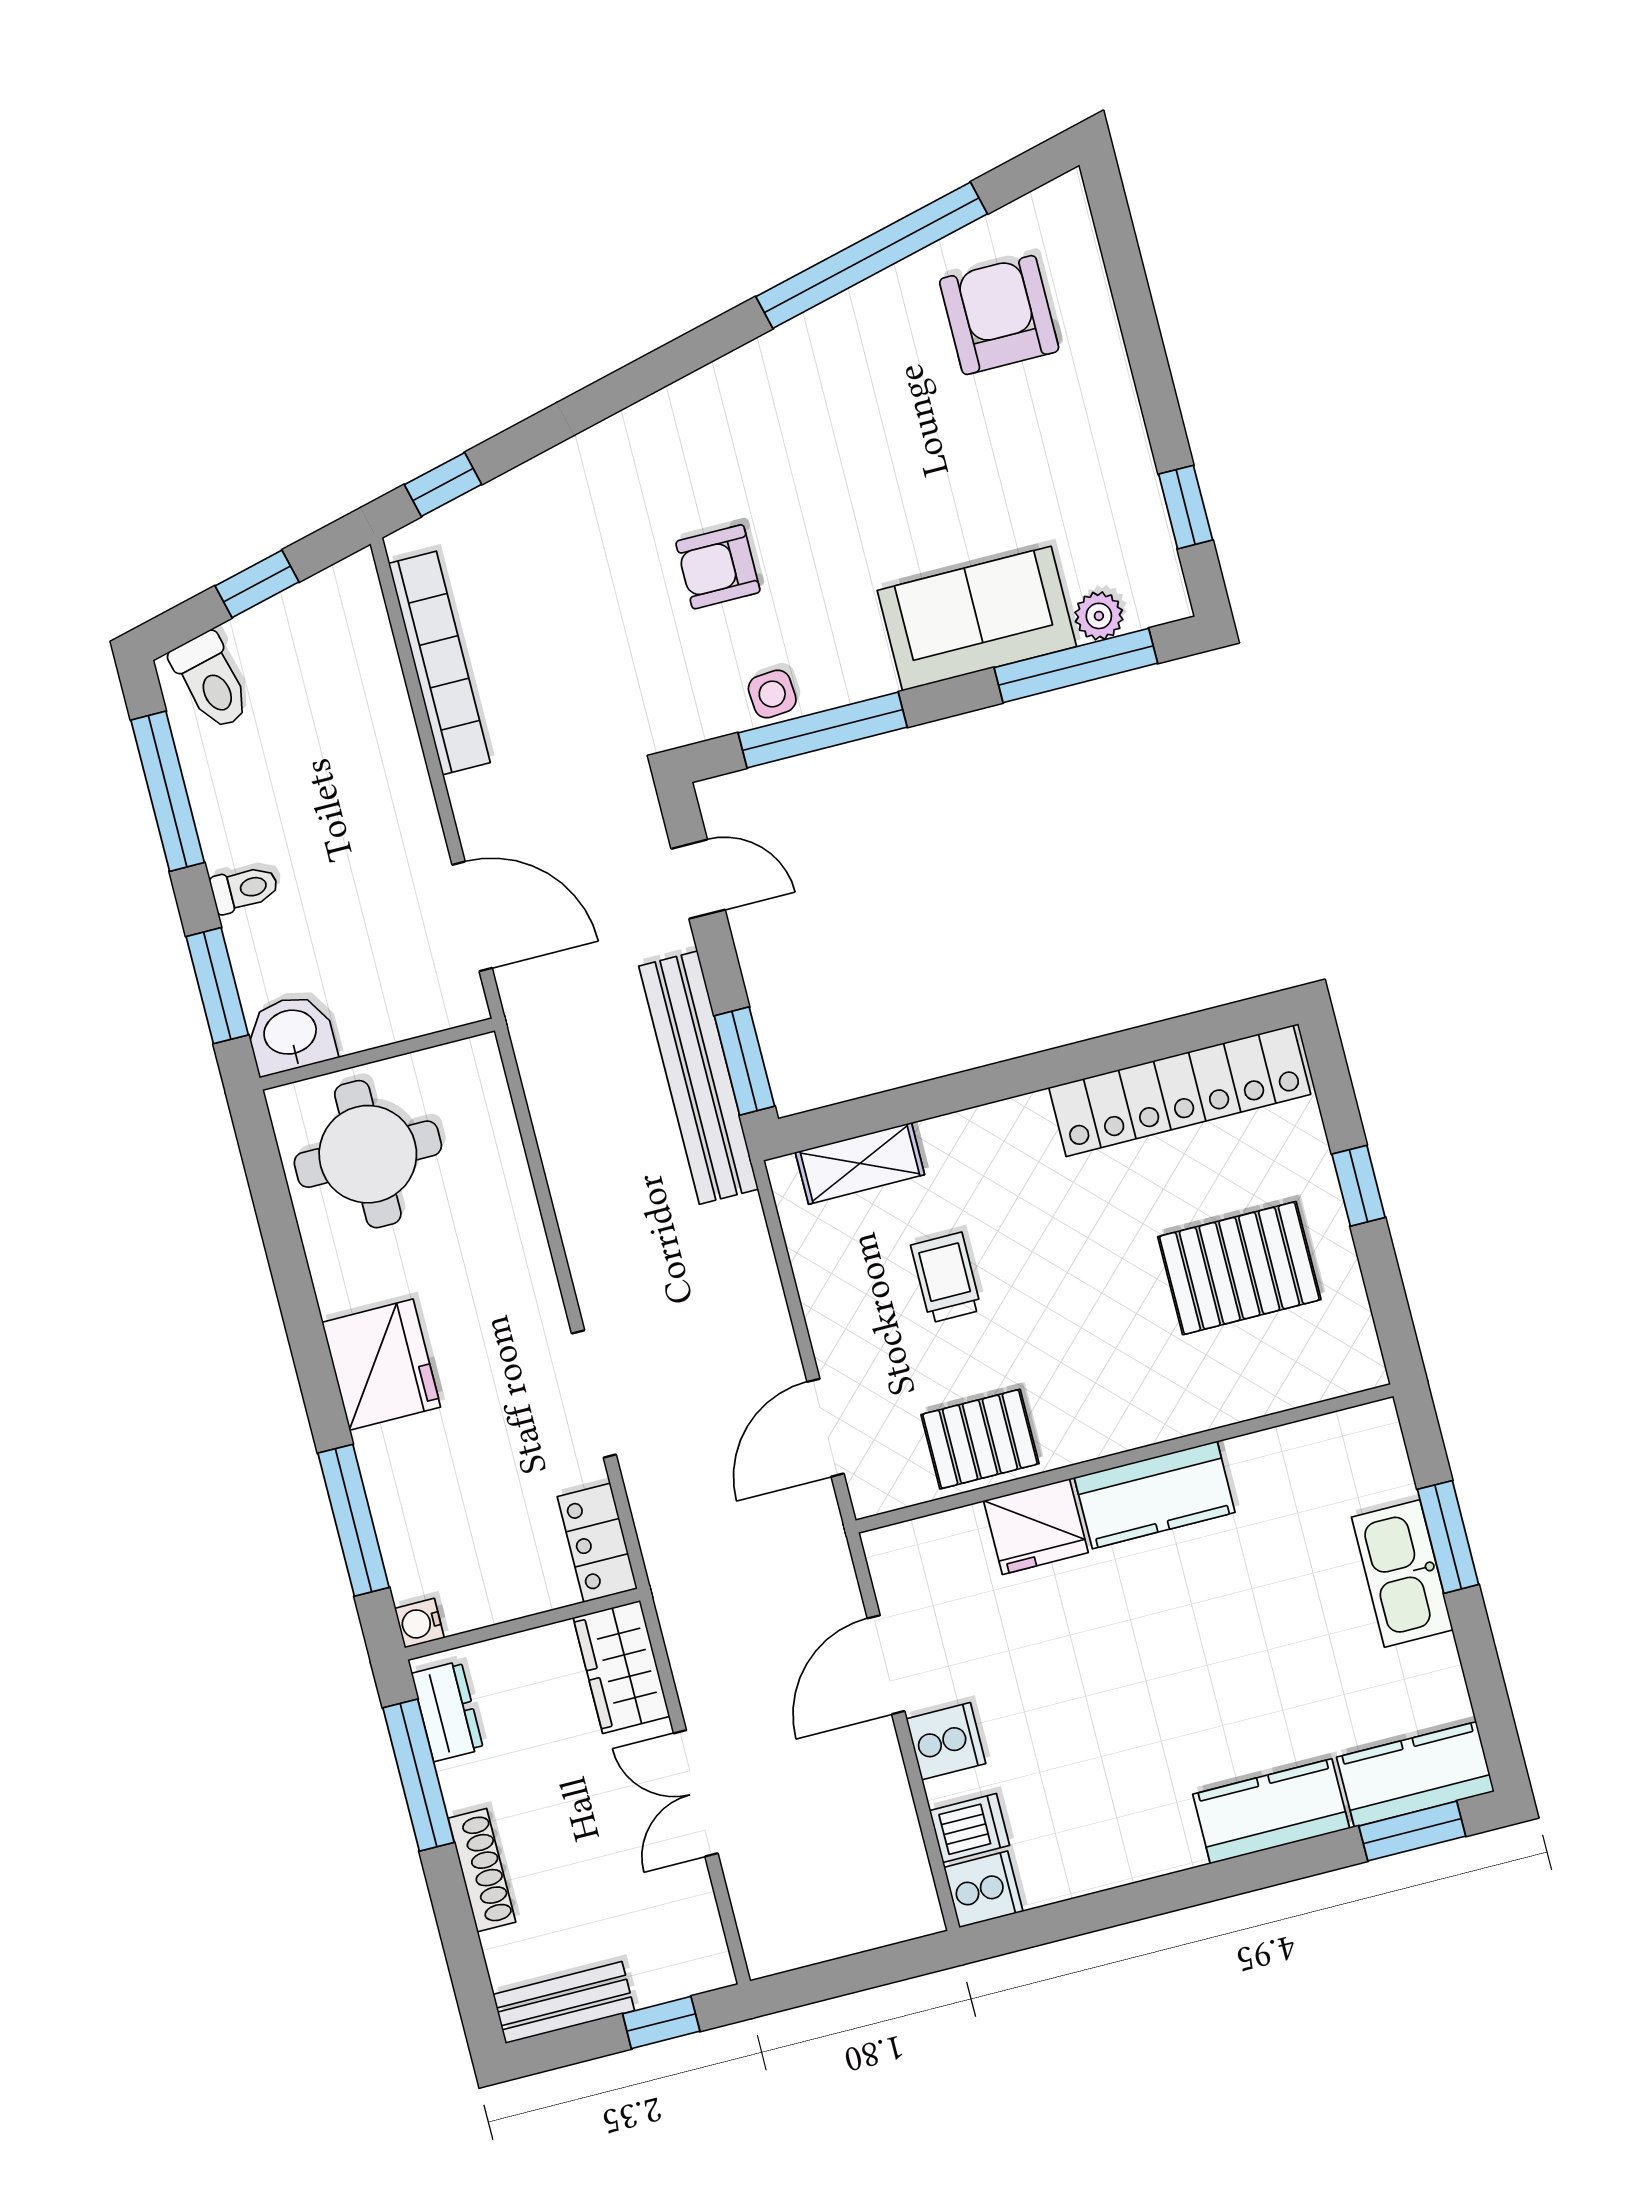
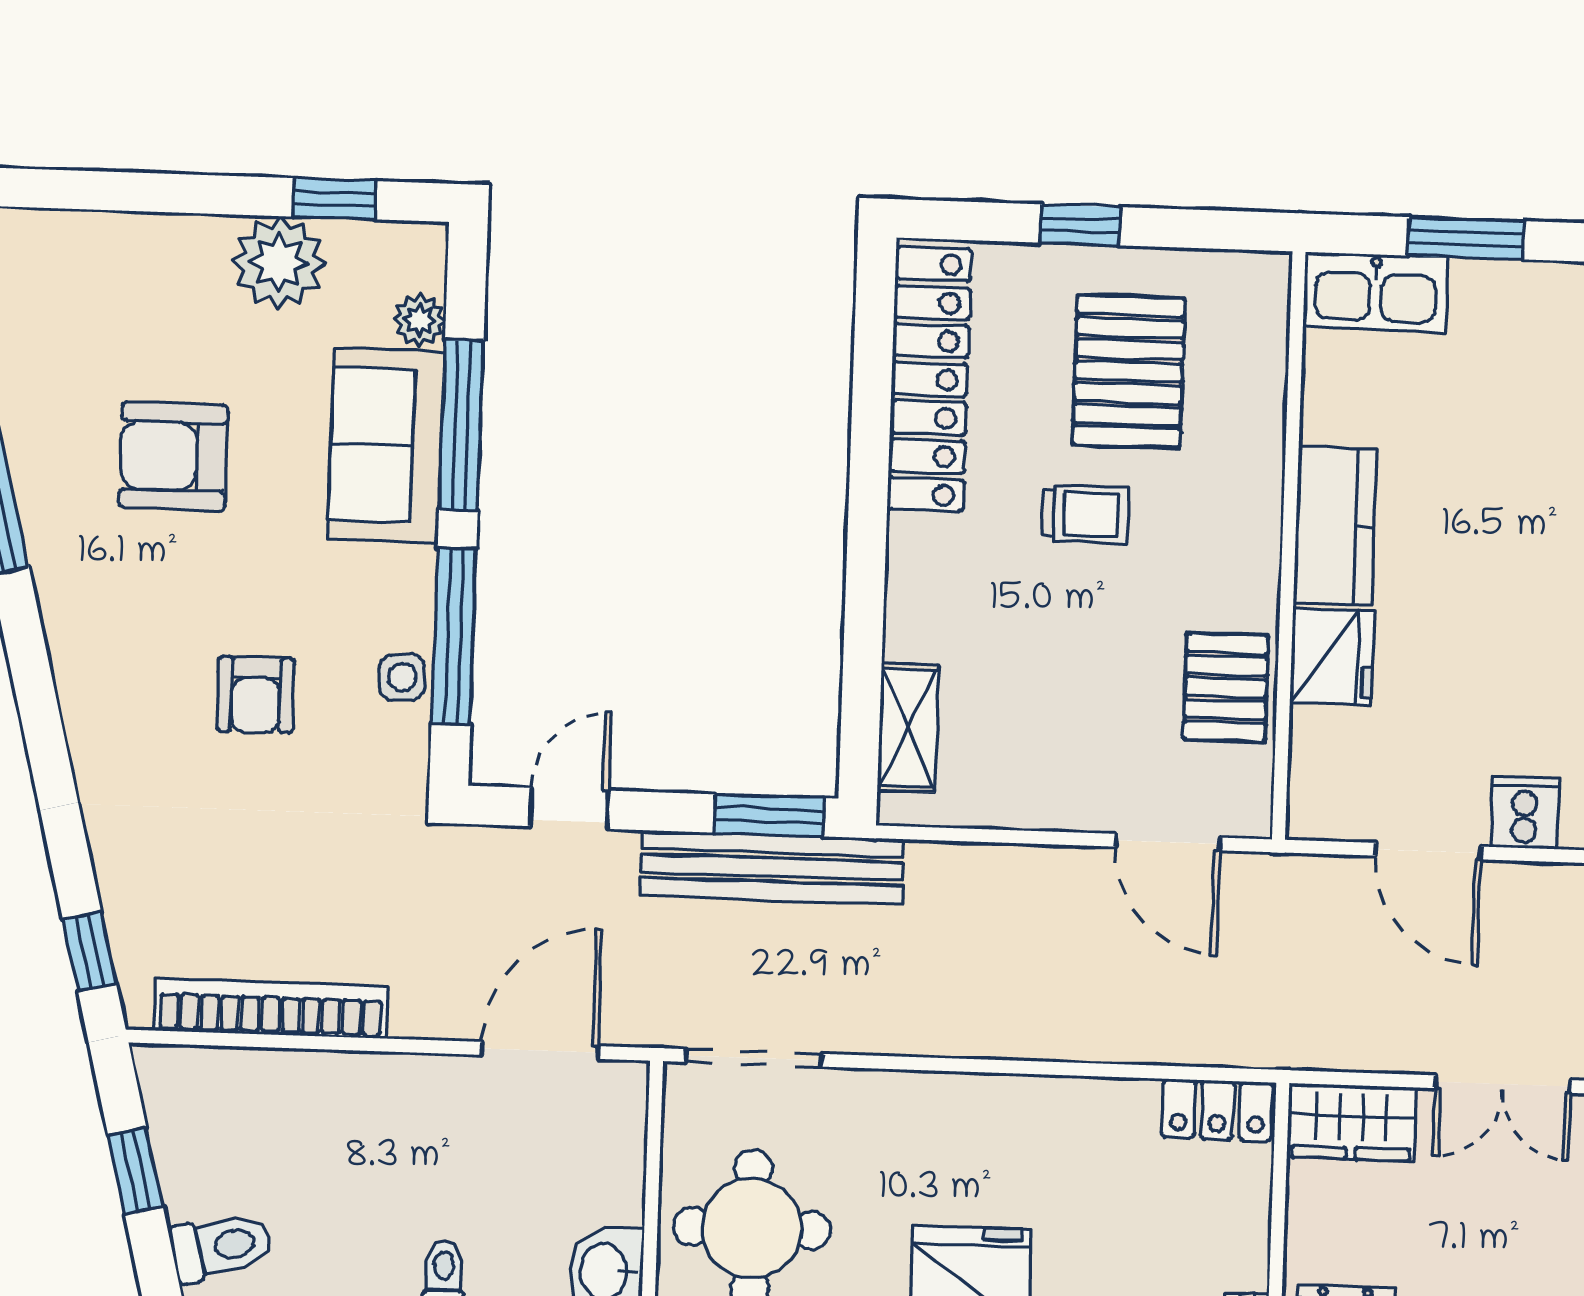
armchair: (999, 315) -> (174, 456), moved
plant: (1114, 474) -> (279, 262), added
window: (1076, 665) -> (461, 425), moved
trolley: (946, 1278) -> (1085, 514), moved, turned 180
doorway: (594, 1394) -> (754, 1058), moved
kitchen sink: (1402, 1573) -> (1376, 292), moved

